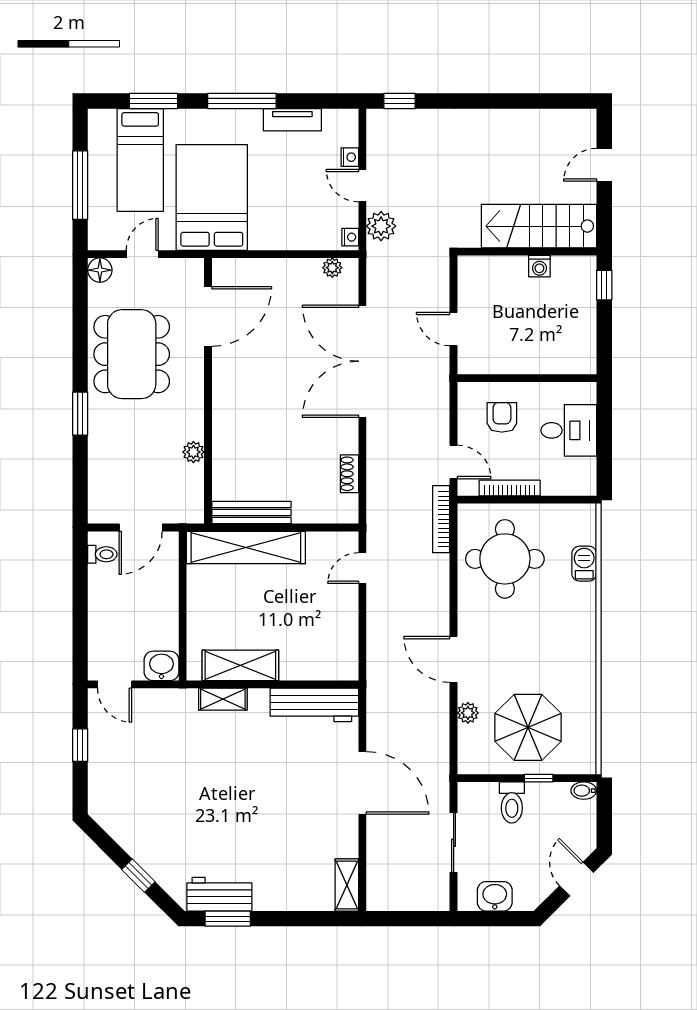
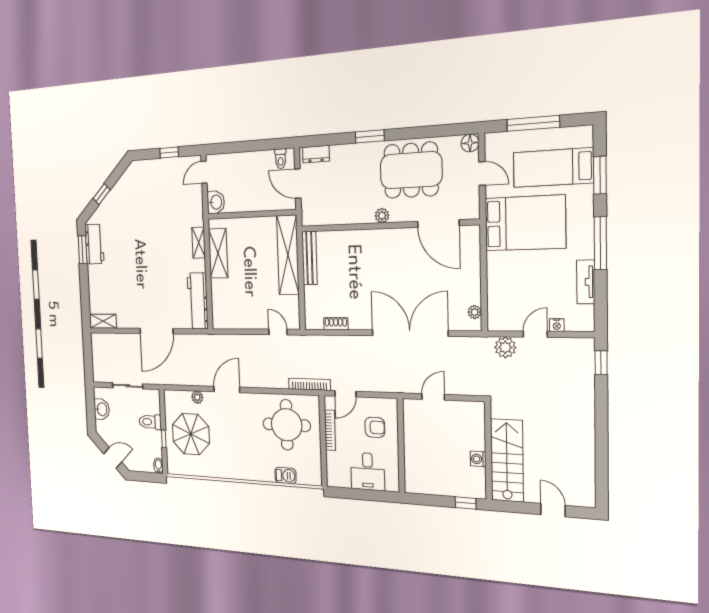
nightstand: (350, 237) -> (497, 325), removed
plant: (193, 452) -> (382, 216), moved
dresser: (99, 497) -> (316, 154), added

